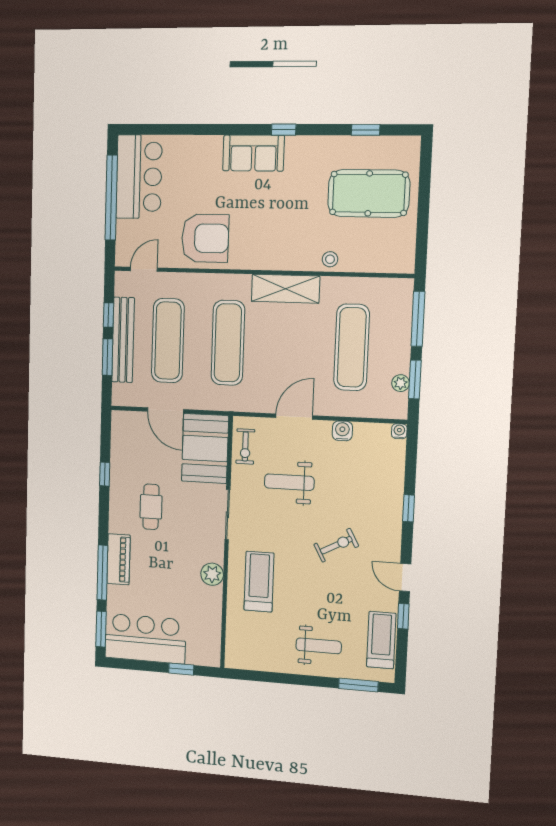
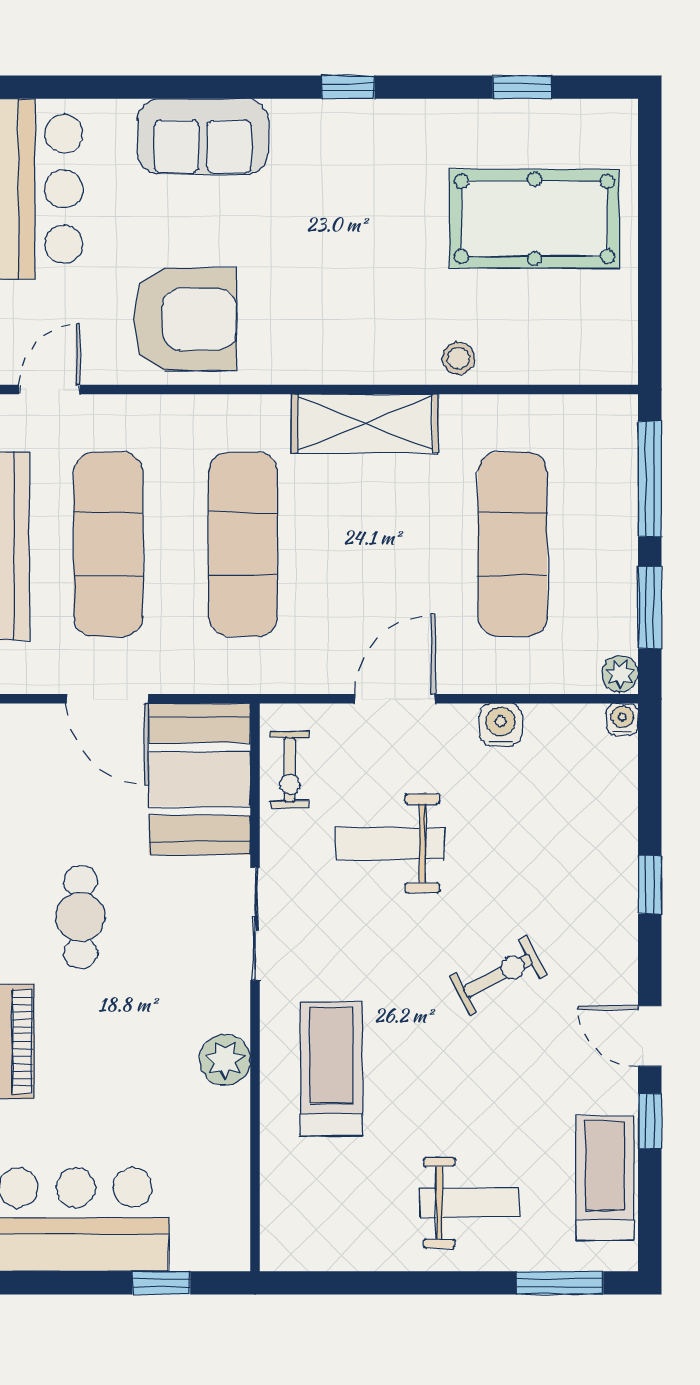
sofa: (253, 153) -> (203, 137), moved
plant: (401, 383) -> (620, 674), moved

